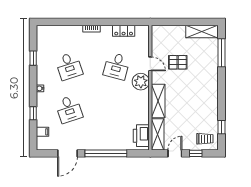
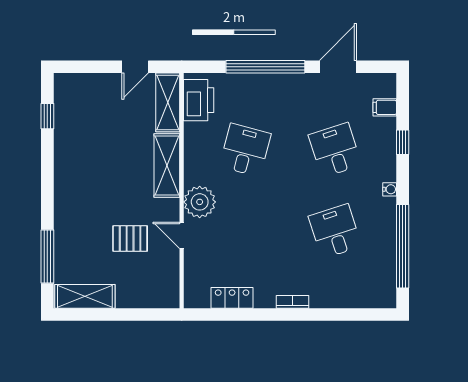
window: (33, 58) -> (403, 246), width x3.17
desk: (117, 66) -> (245, 150), moved
trolley: (205, 139) -> (79, 94), removed
window: (196, 153) -> (96, 67), removed

